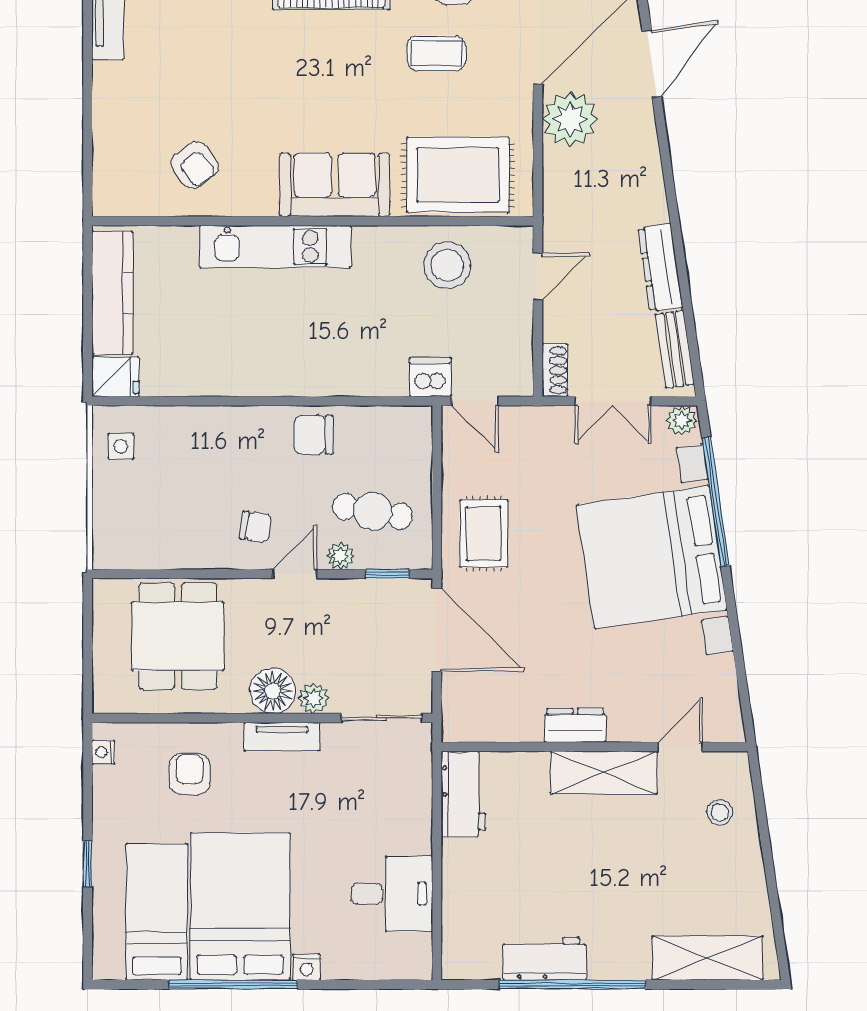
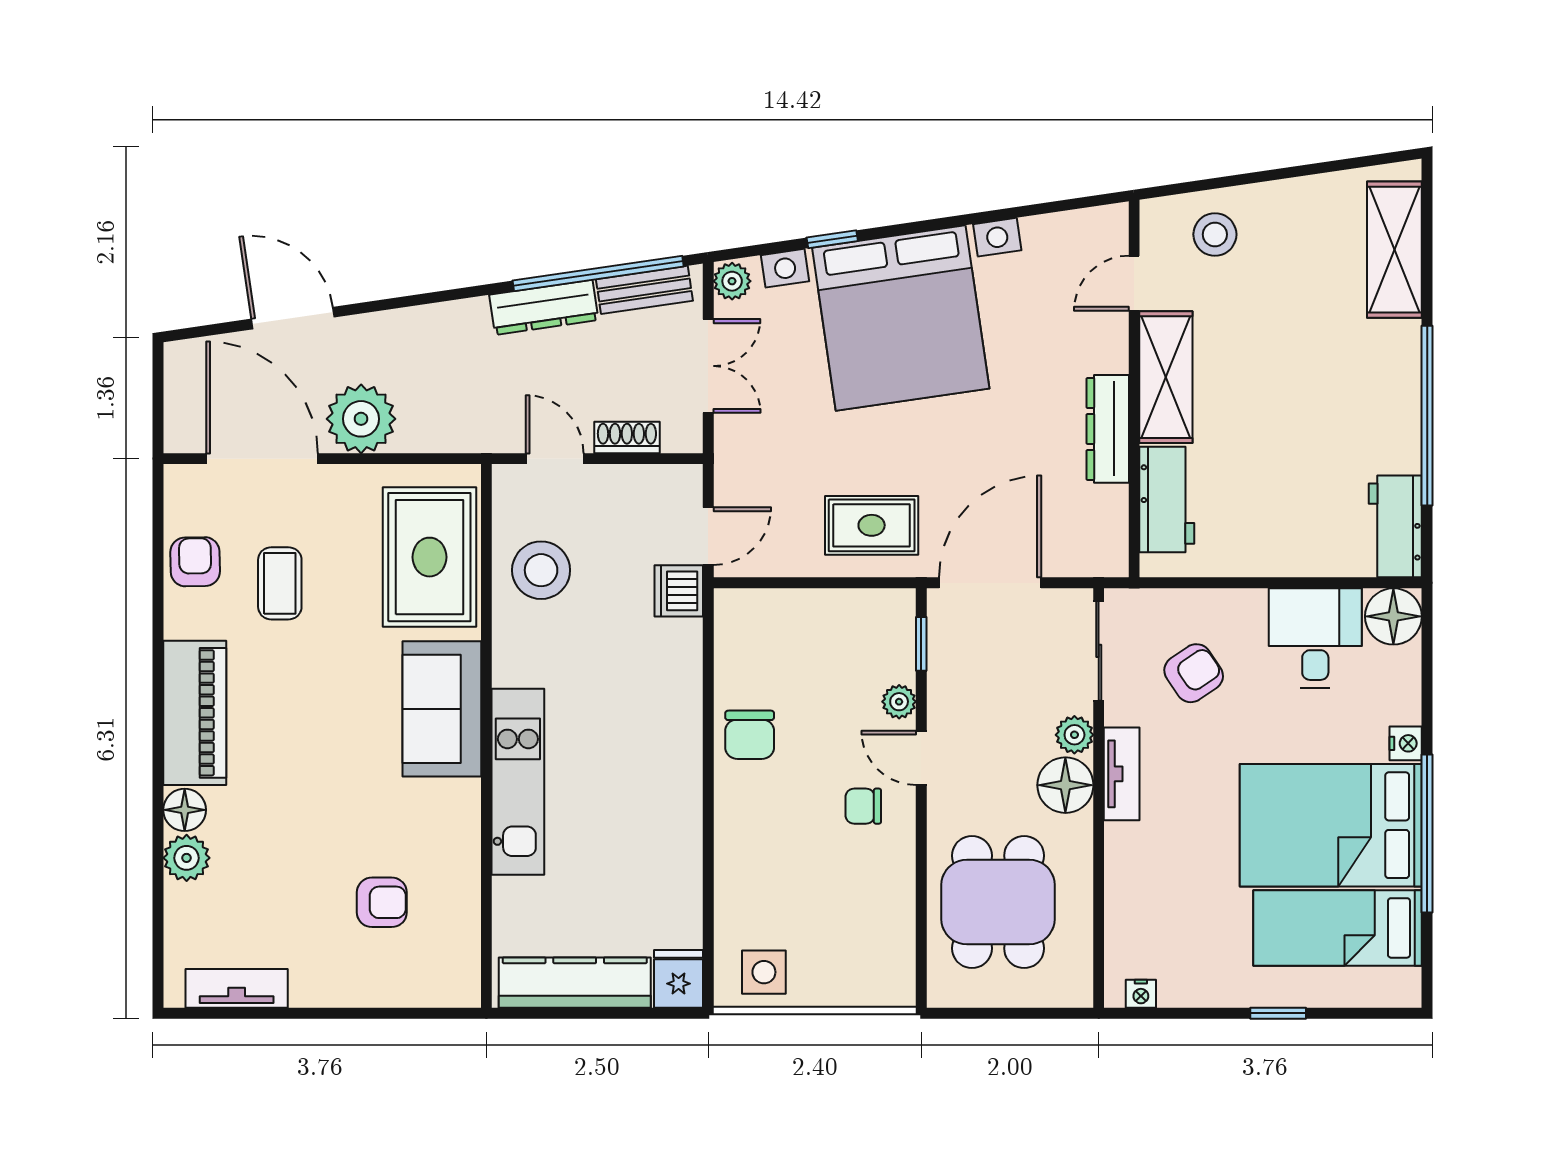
armchair: (195, 165) -> (382, 902), moved, turned 36
window: (688, 312) -> (598, 273), added
shoe rack: (555, 370) -> (627, 437), moved
side table: (121, 446) -> (764, 972), width x1.37, depth x1.37
window: (716, 502) -> (832, 239), width x0.32
cafe table: (373, 511) -> (844, 662), removed
chair: (256, 527) -> (863, 806), turned -98
dining table: (178, 636) -> (998, 902), turned 90
dresser: (575, 725) -> (1108, 429), width x1.44
door: (680, 747) -> (1134, 283), hinge flipped
armchair: (189, 774) -> (1194, 673), moved, turned 146
workbench: (463, 794) -> (1167, 500), moved, turned 90
stool: (720, 812) -> (1215, 234), width x1.37, depth x1.37
floor lamp: (410, 957) -> (1393, 616), added
workbench: (545, 959) -> (1395, 526), moved

